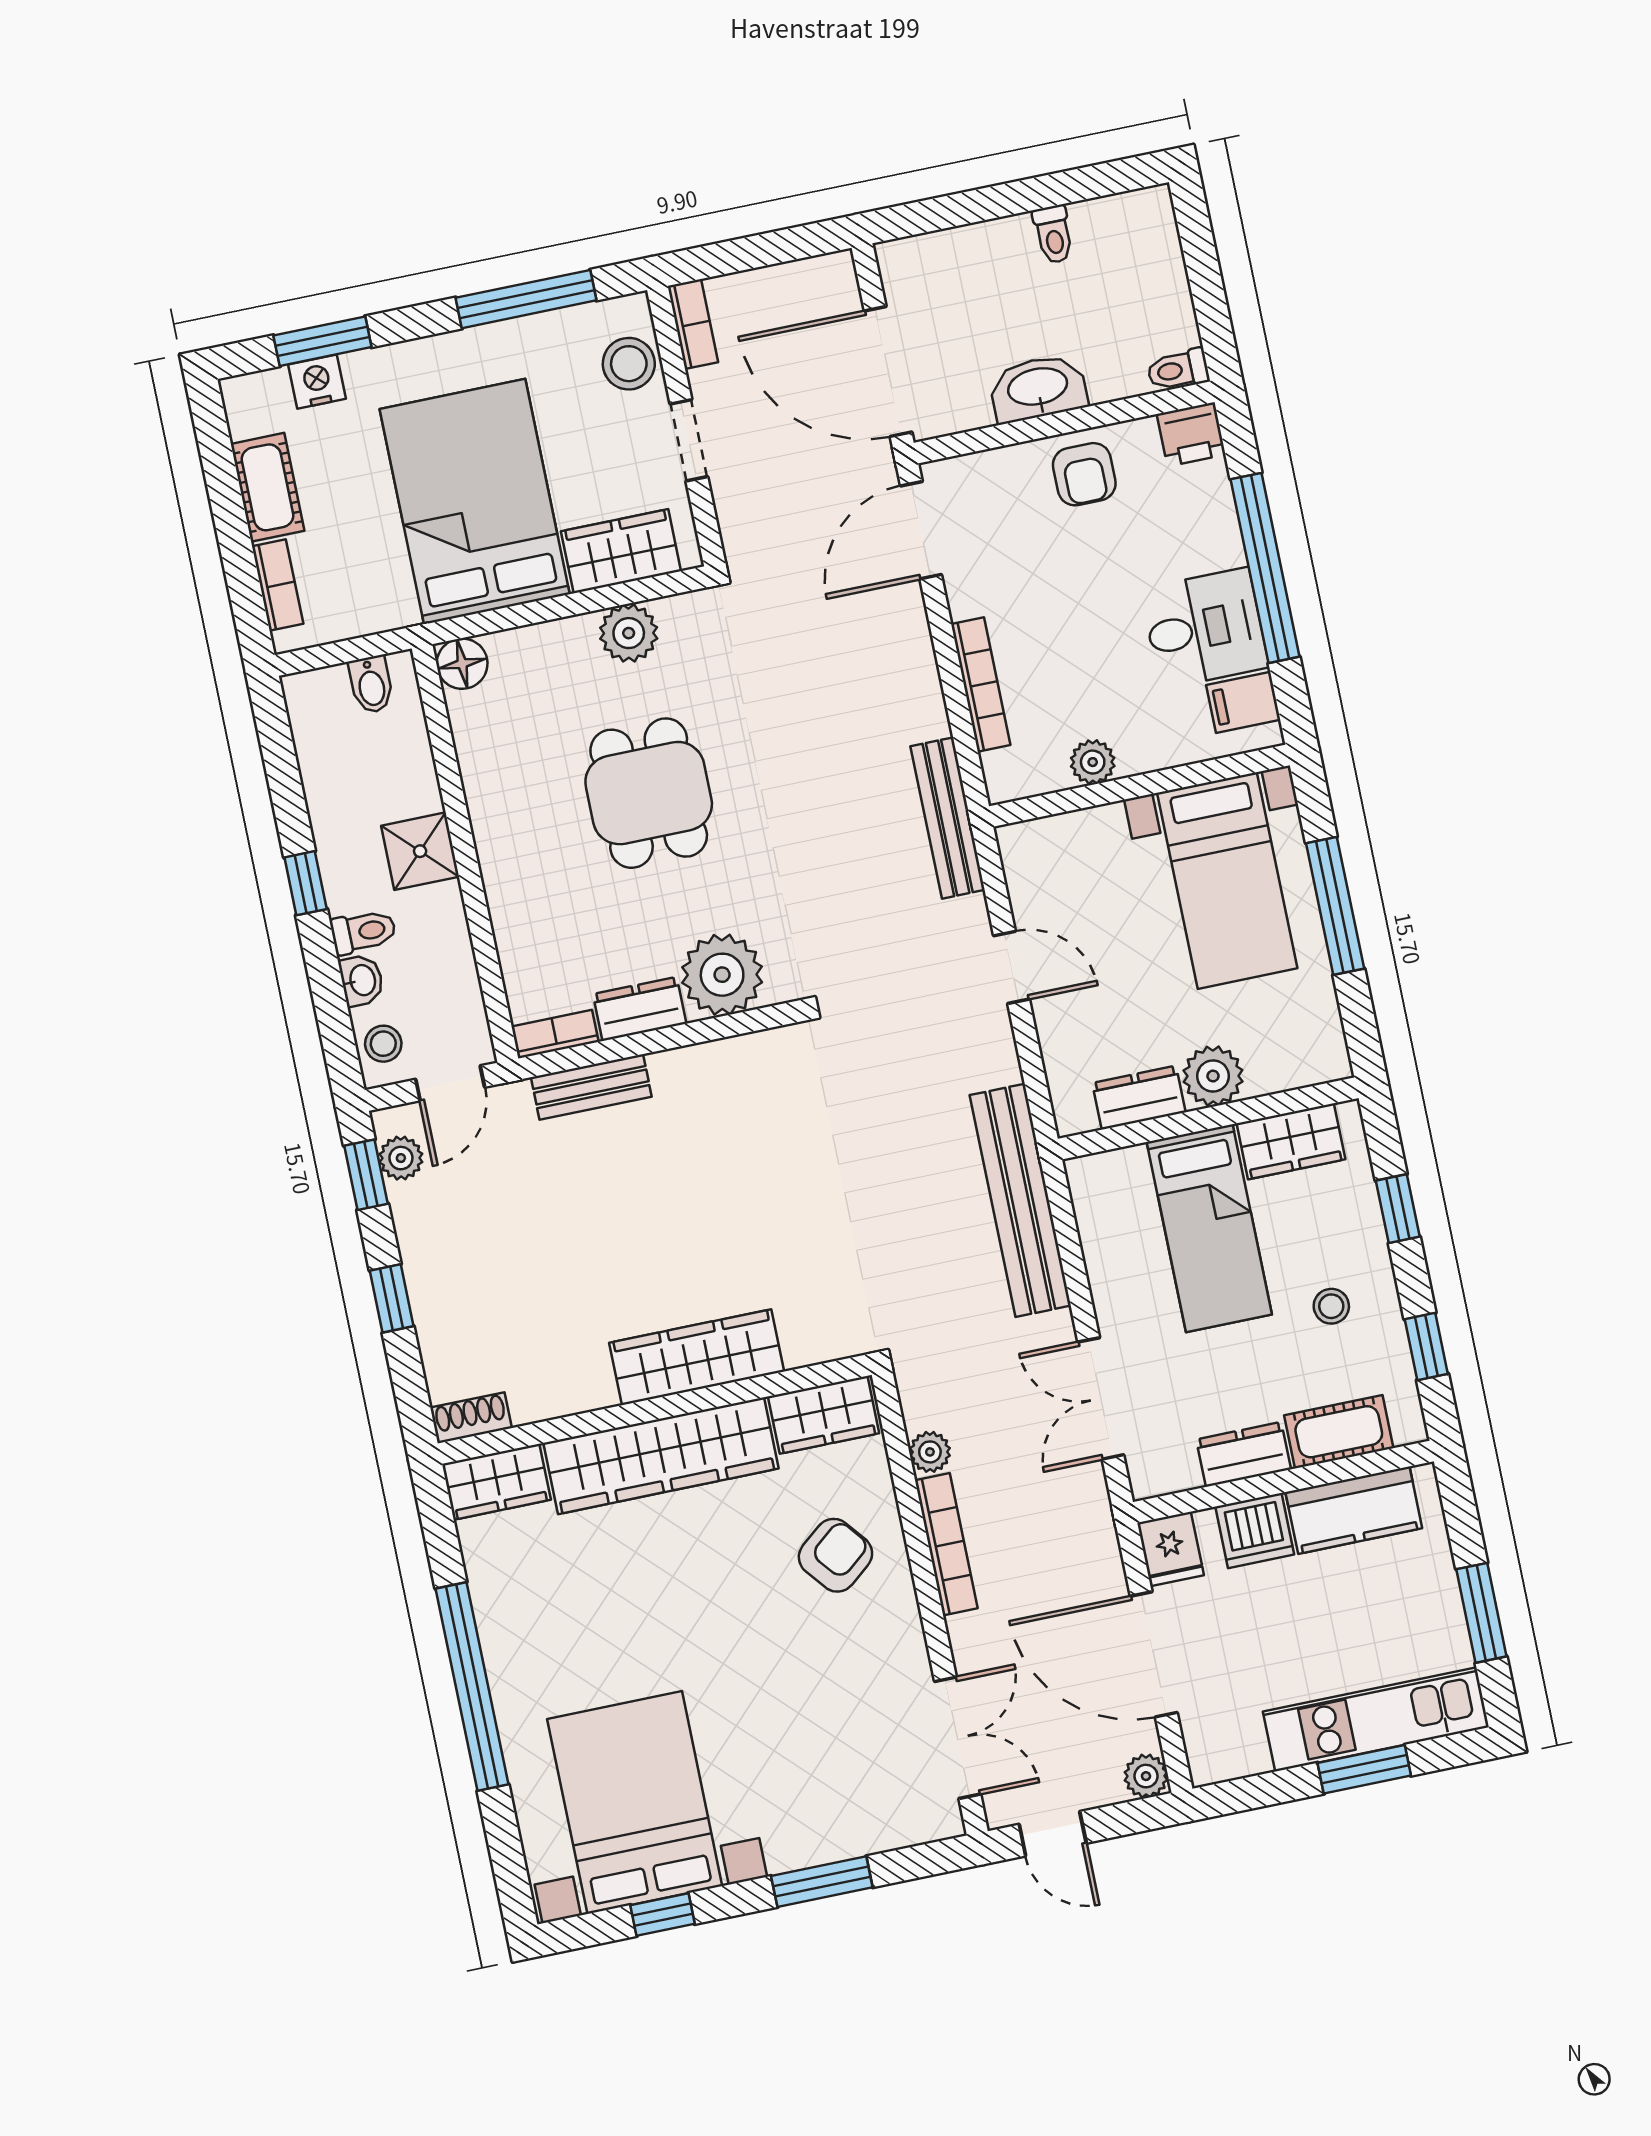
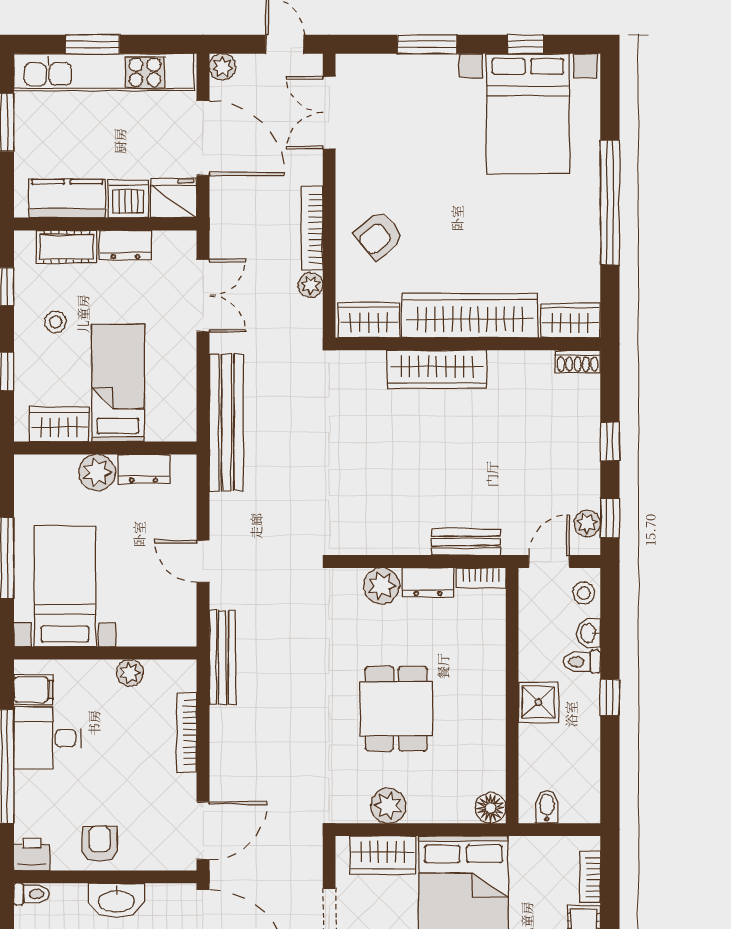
plant: (722, 975) -> (382, 586), width x0.73, depth x0.73
fridge: (1171, 1549) -> (174, 198), width x1.38
kitchen unit: (1376, 1719) -> (104, 72), width x1.36

